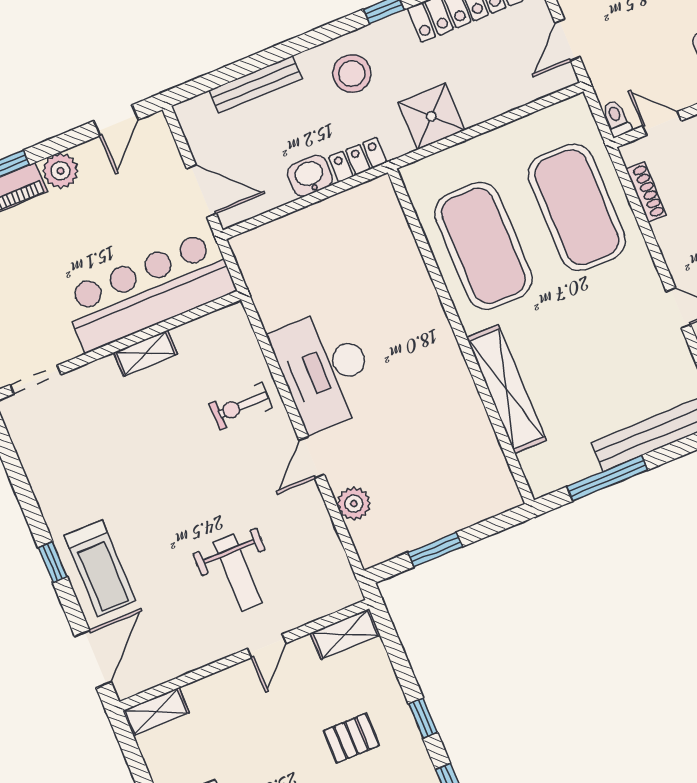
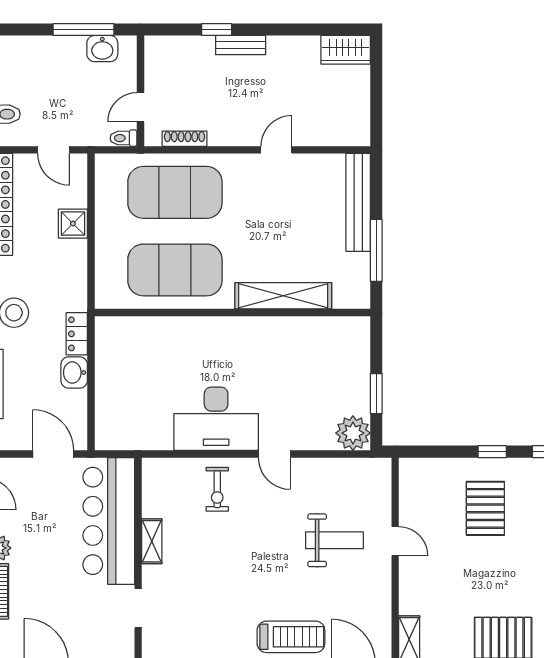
shower: (431, 116) -> (73, 224), moved, width x0.73, depth x0.73
door: (201, 191) -> (53, 454), hinge flipped
doorway: (35, 380) -> (138, 608), moved
plant: (354, 504) -> (353, 433), moved, width x1.36, depth x1.36
shelving: (345, 634) -> (410, 482), removed
pallet: (351, 738) -> (485, 508), width x1.50, depth x1.42

